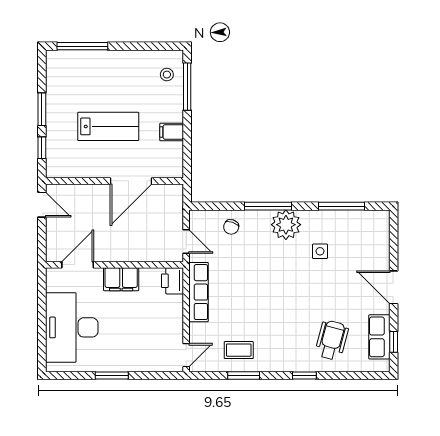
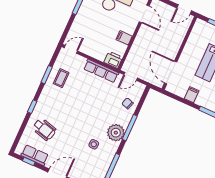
door: (131, 181) -> (171, 72), moved
filing cabinet: (121, 279) -> (124, 38), width x0.50
door: (186, 355) -> (71, 49), swing flipped

